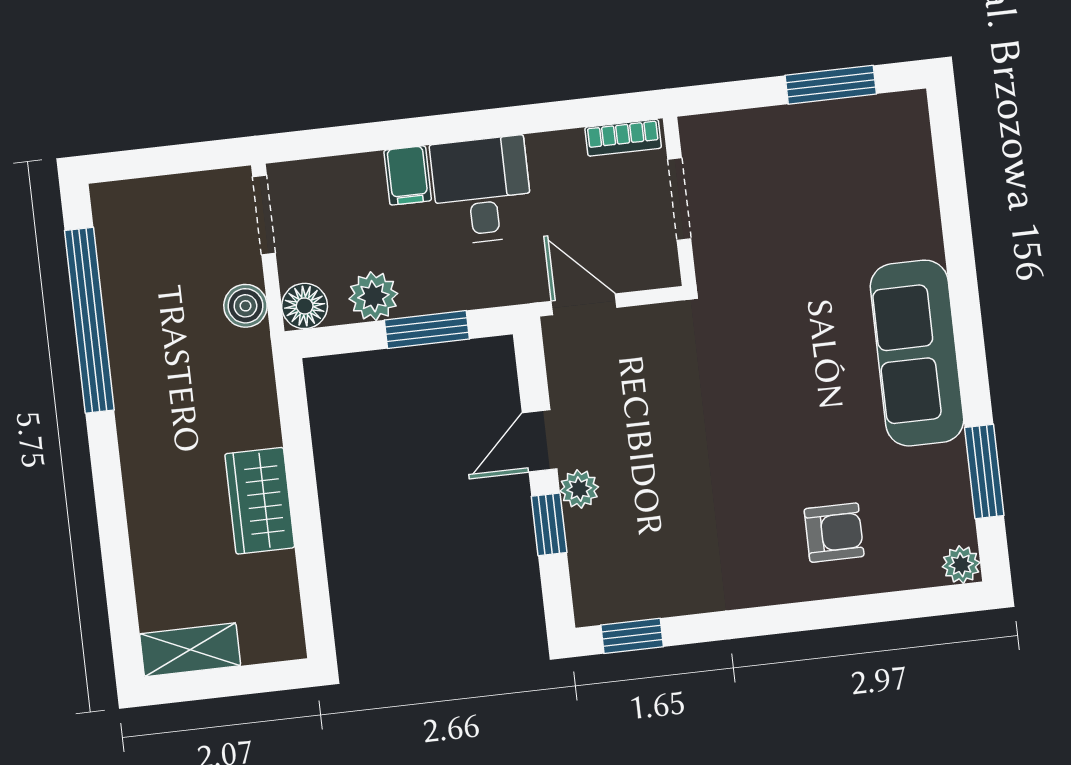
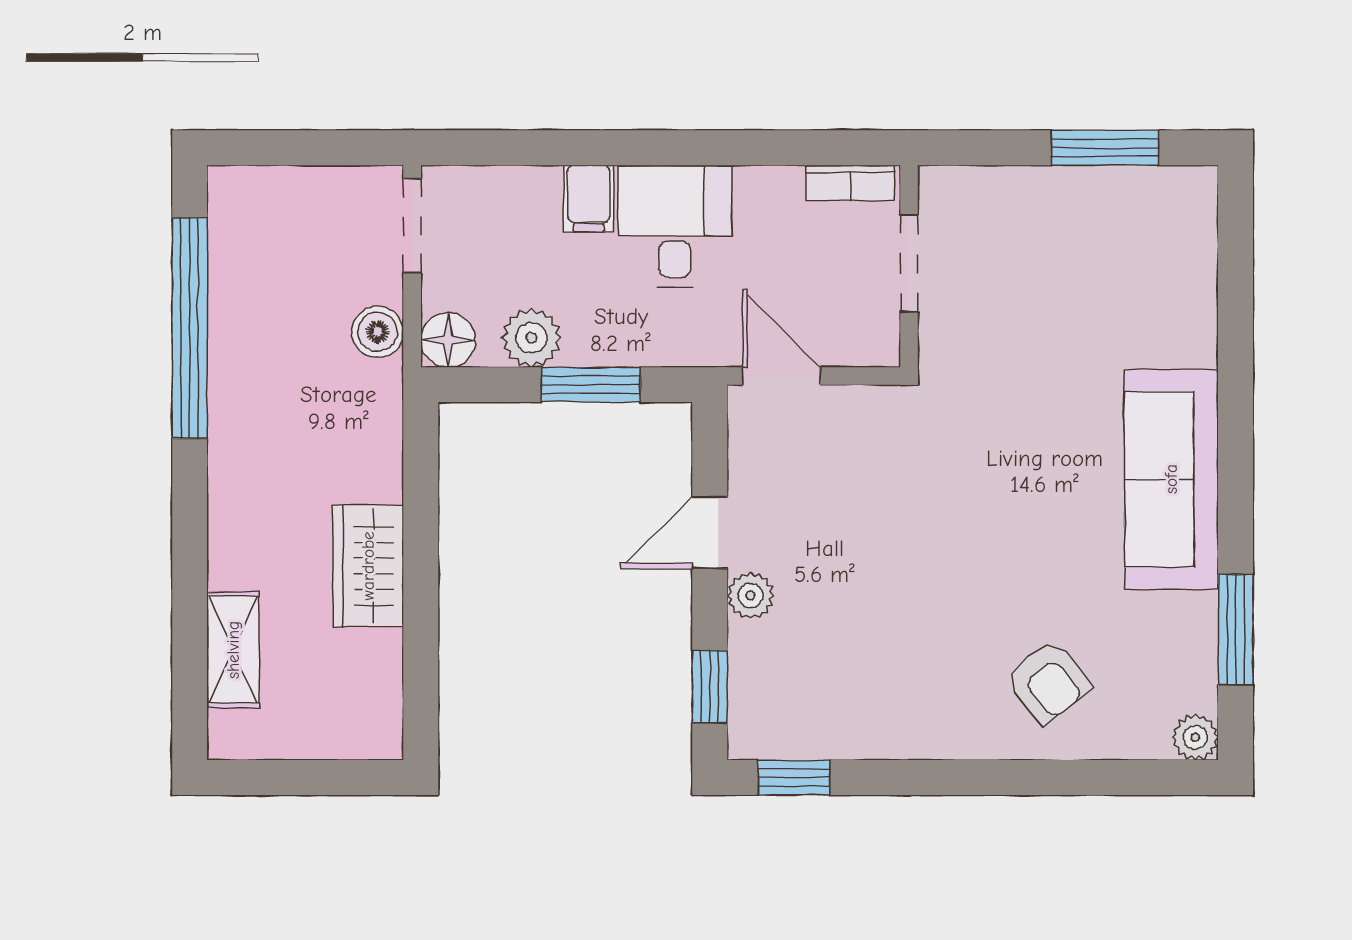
window: (549, 524) -> (710, 687), moved
armchair: (834, 533) -> (1048, 682), turned 51
shelving: (190, 650) -> (233, 650), moved, turned 90

